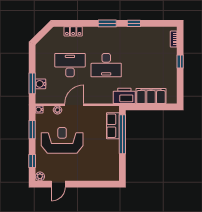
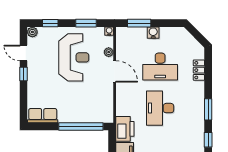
desk: (70, 65) -> (160, 67), turned 90
water cooler: (40, 84) -> (153, 33), moved
row of seats: (113, 126) -> (43, 116), moved
window: (77, 184) -> (24, 74), added

